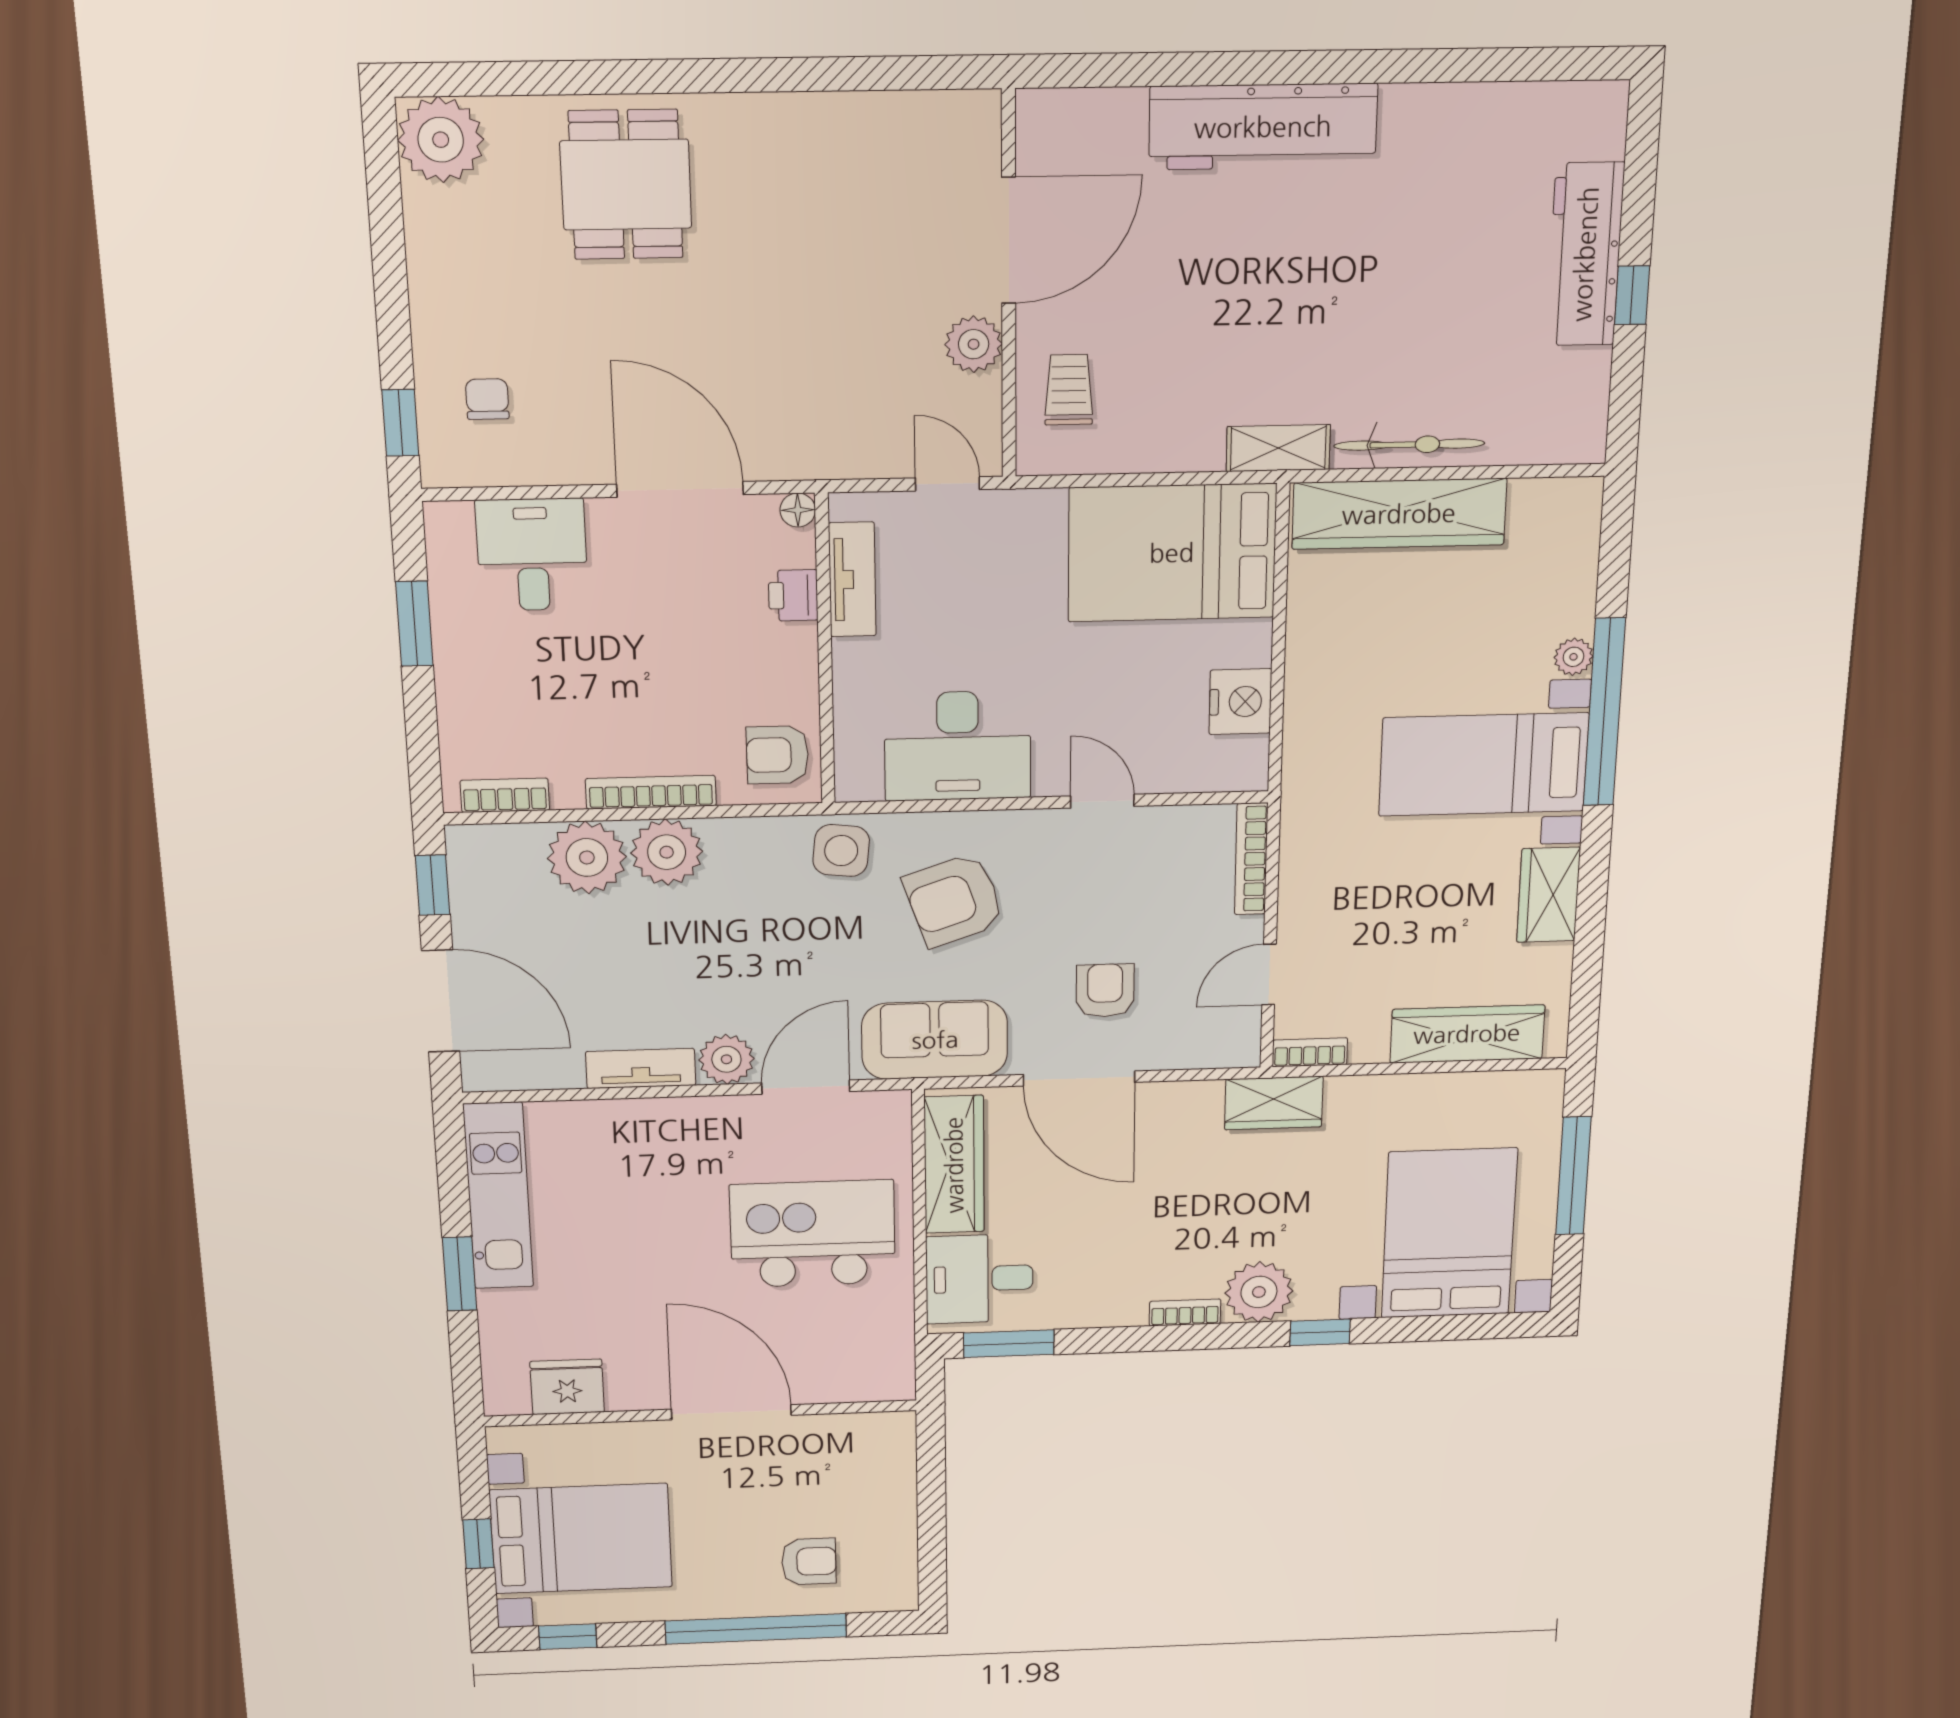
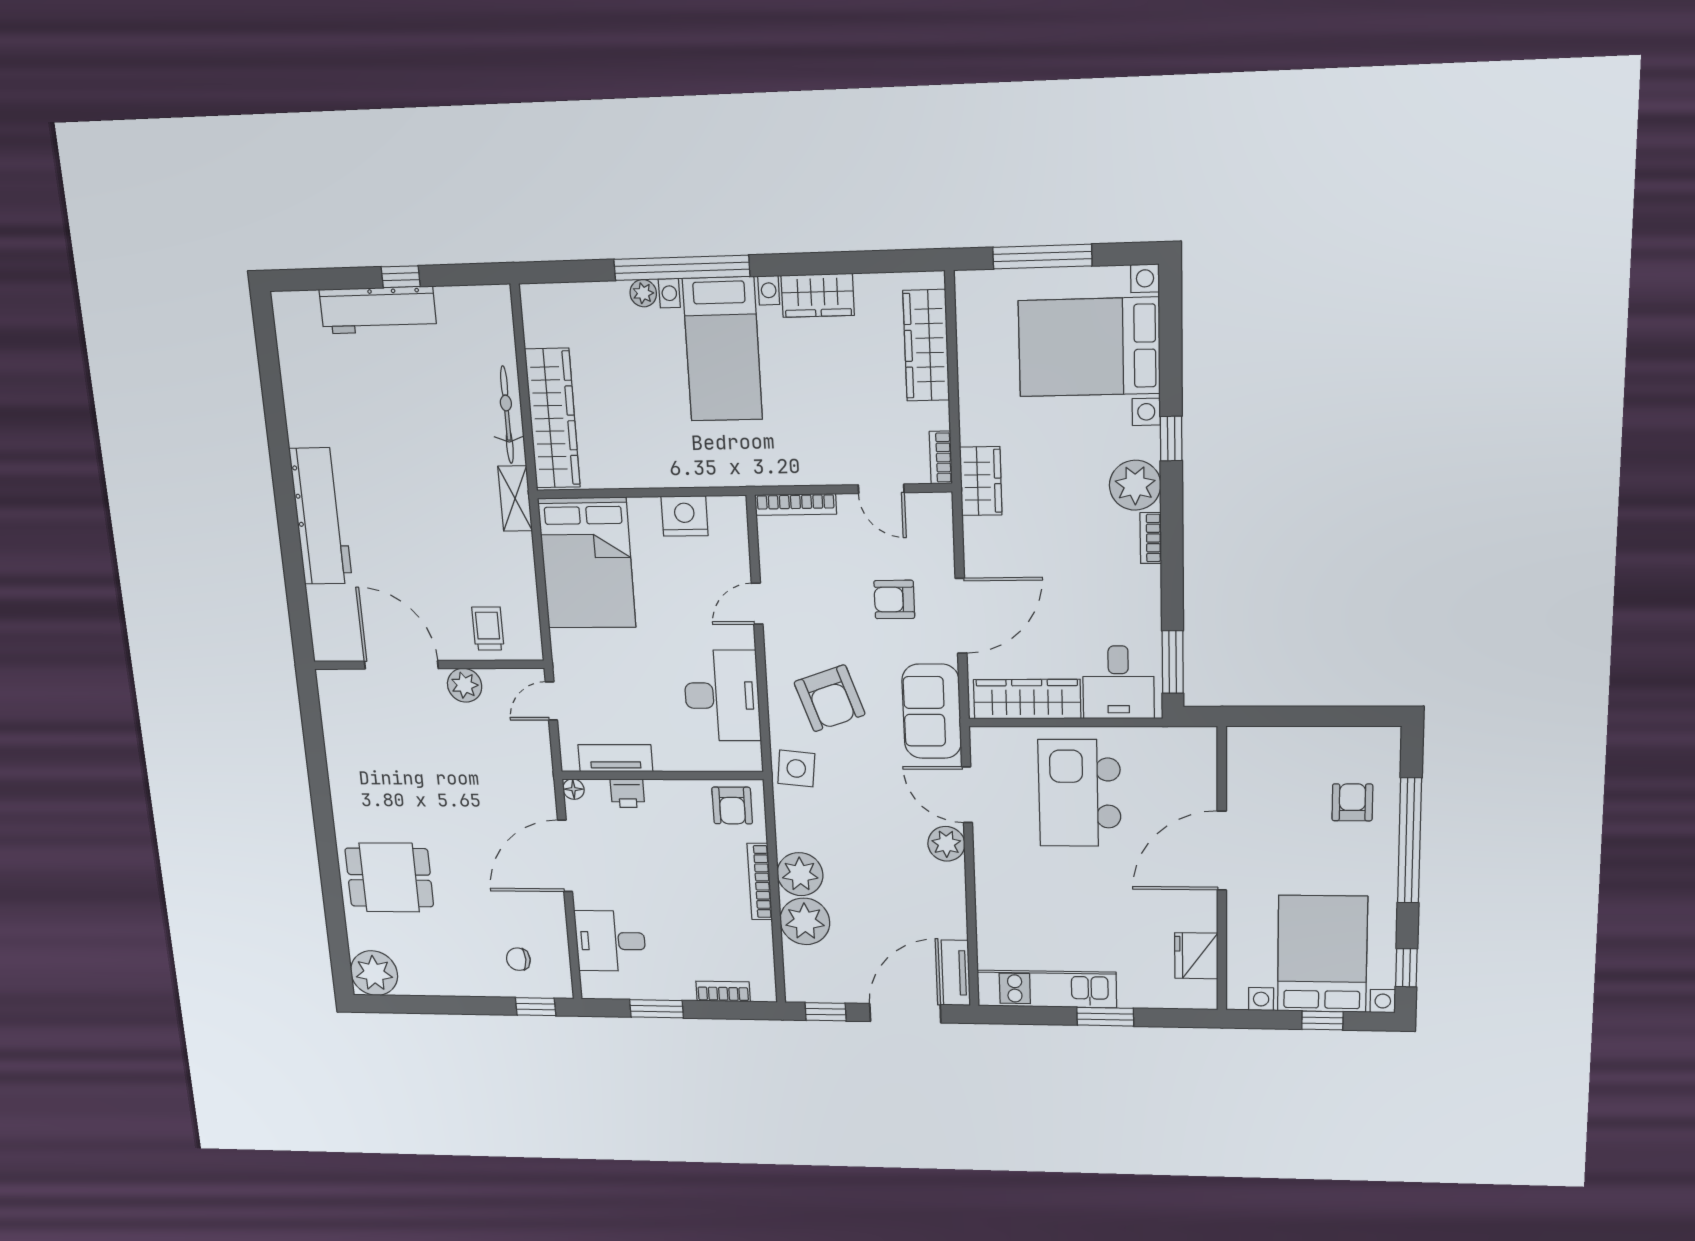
trolley: (1069, 390) -> (488, 629), turned 90
bookcase: (505, 795) -> (723, 991), moved, turned 90
tv unit: (641, 1068) -> (956, 973), moved

